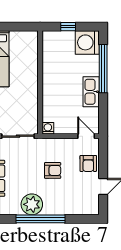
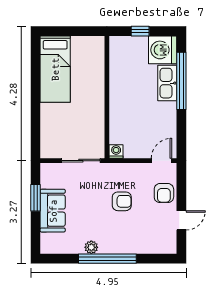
kitchen sink: (91, 92) -> (167, 83), moved
door: (86, 136) -> (162, 161), hinge flipped
plant: (32, 204) -> (91, 247), width x0.53, depth x0.53

